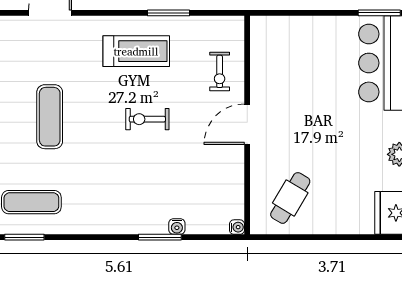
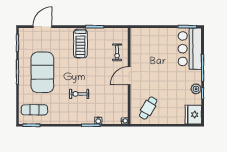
treadmill: (136, 51) -> (80, 43), turned 90
exercise mat: (50, 117) -> (42, 72), width x2.00, depth x1.45
exercise bike: (147, 119) -> (79, 94), moved

